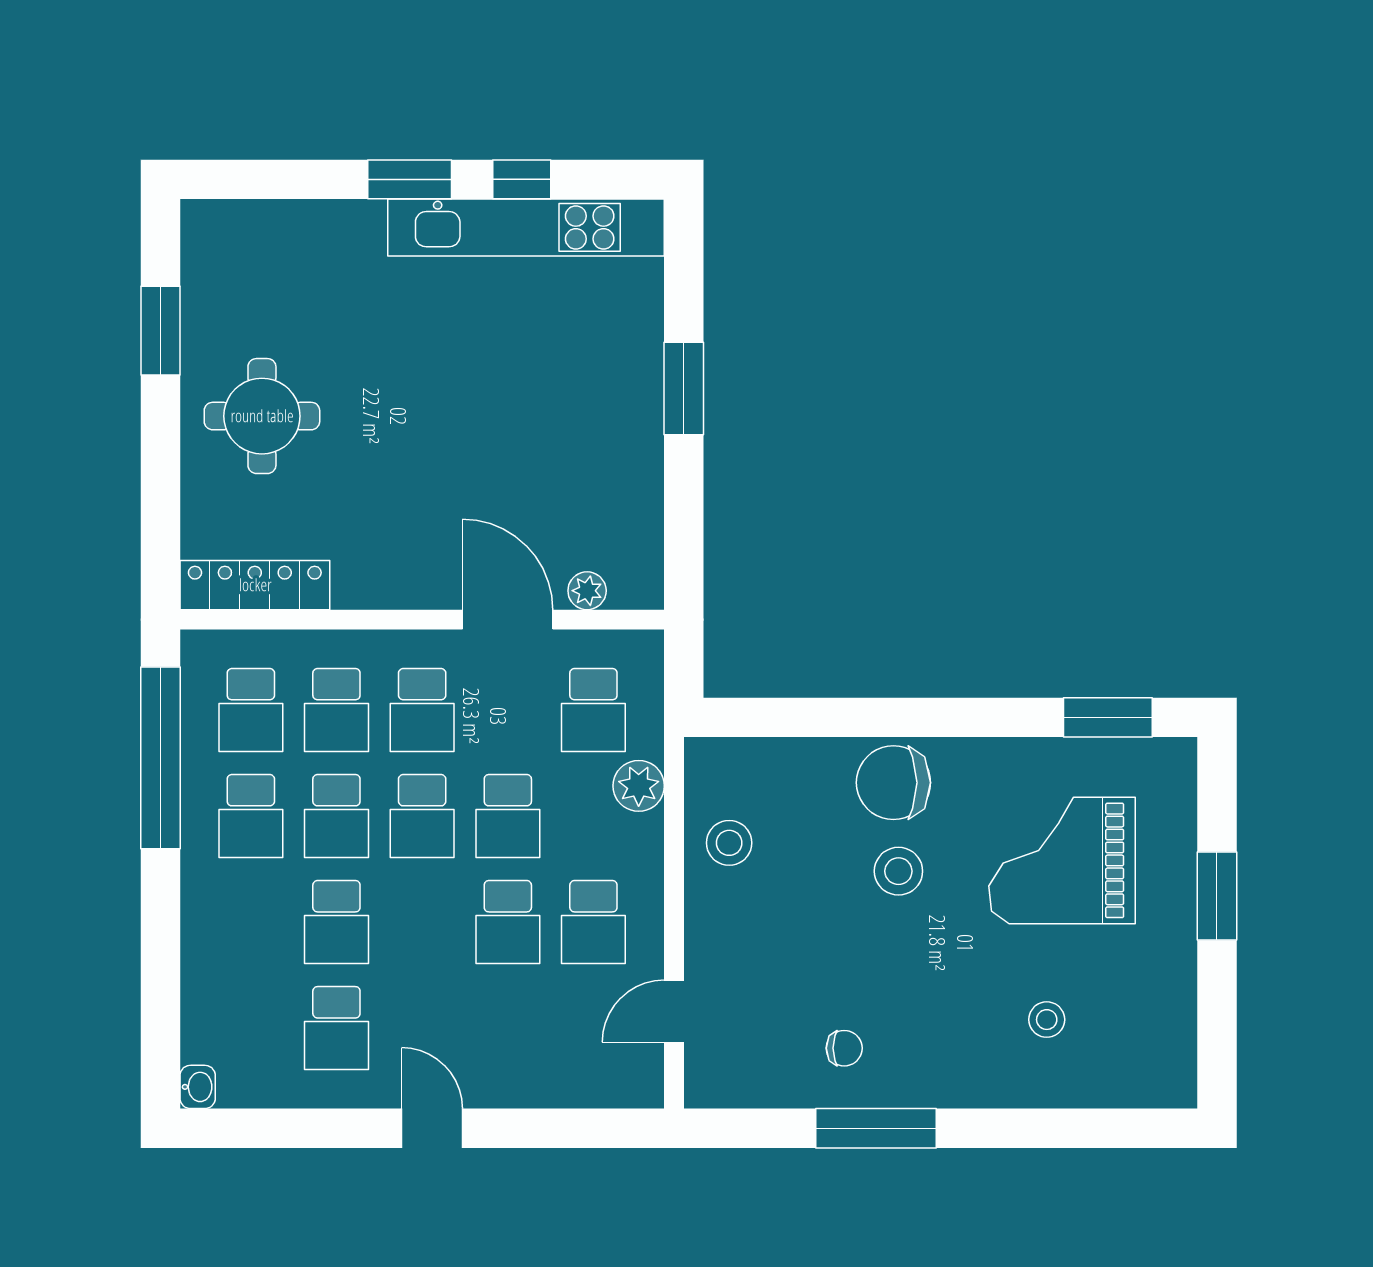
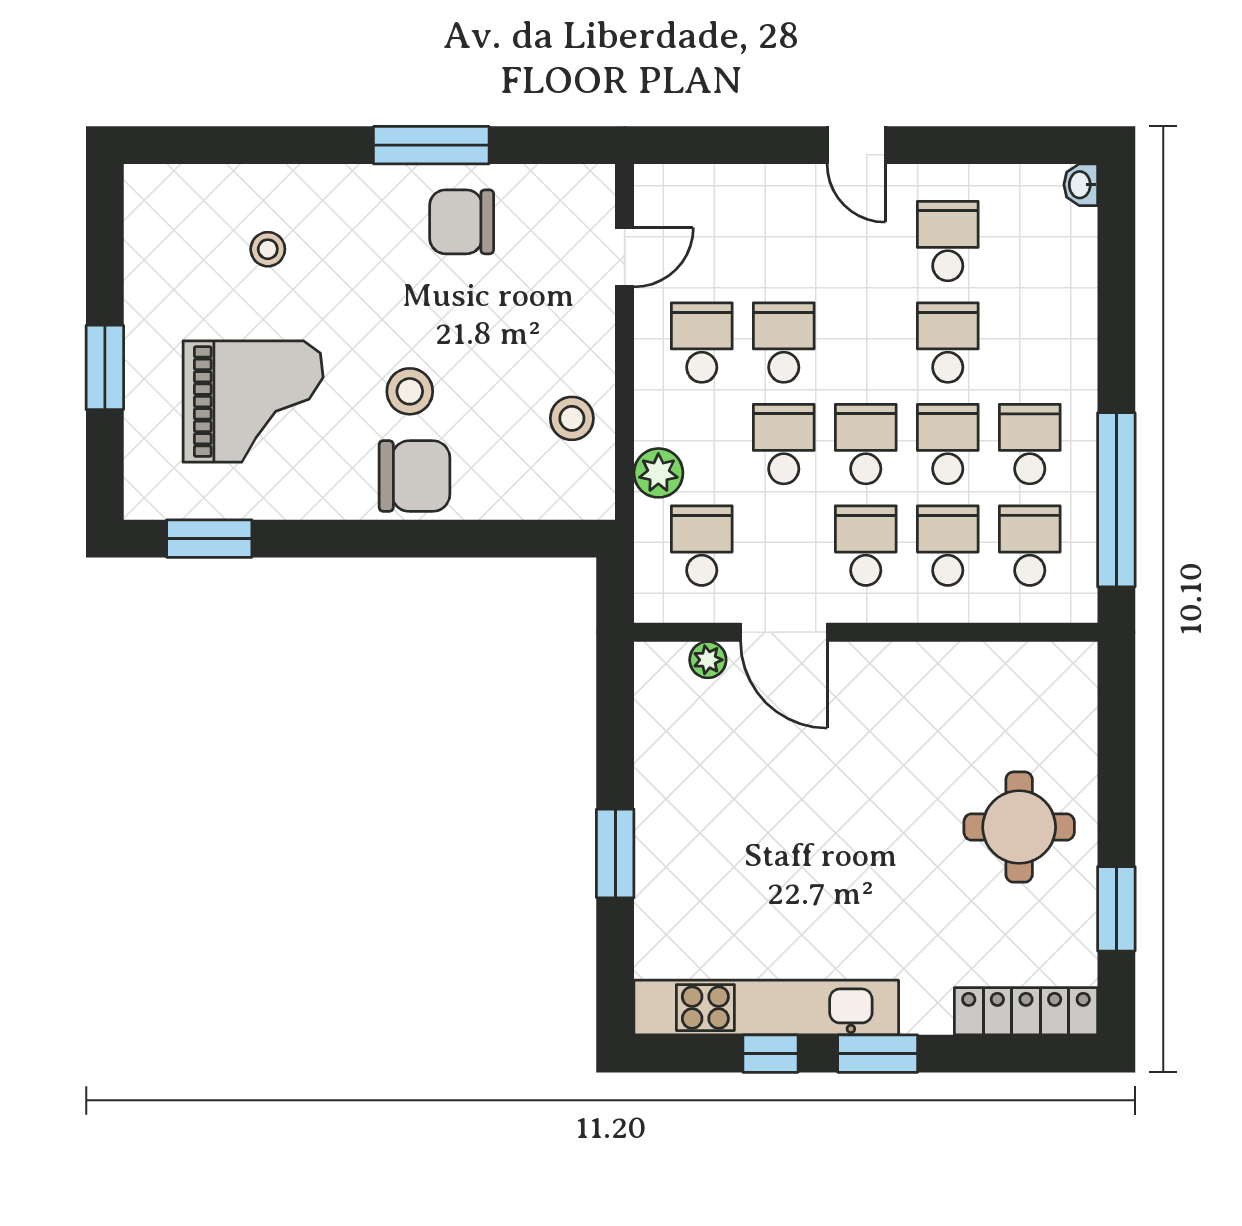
locker: (255, 585) -> (1026, 1011), moved, turned 180
chair: (844, 1048) -> (462, 222), width x1.87, depth x1.87

